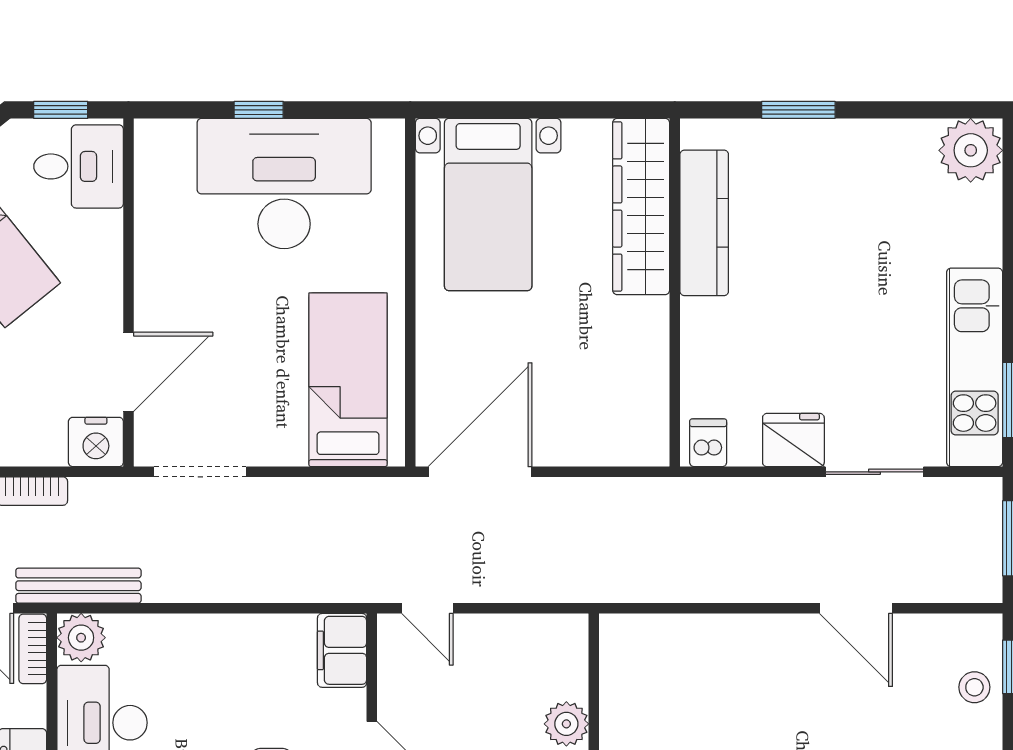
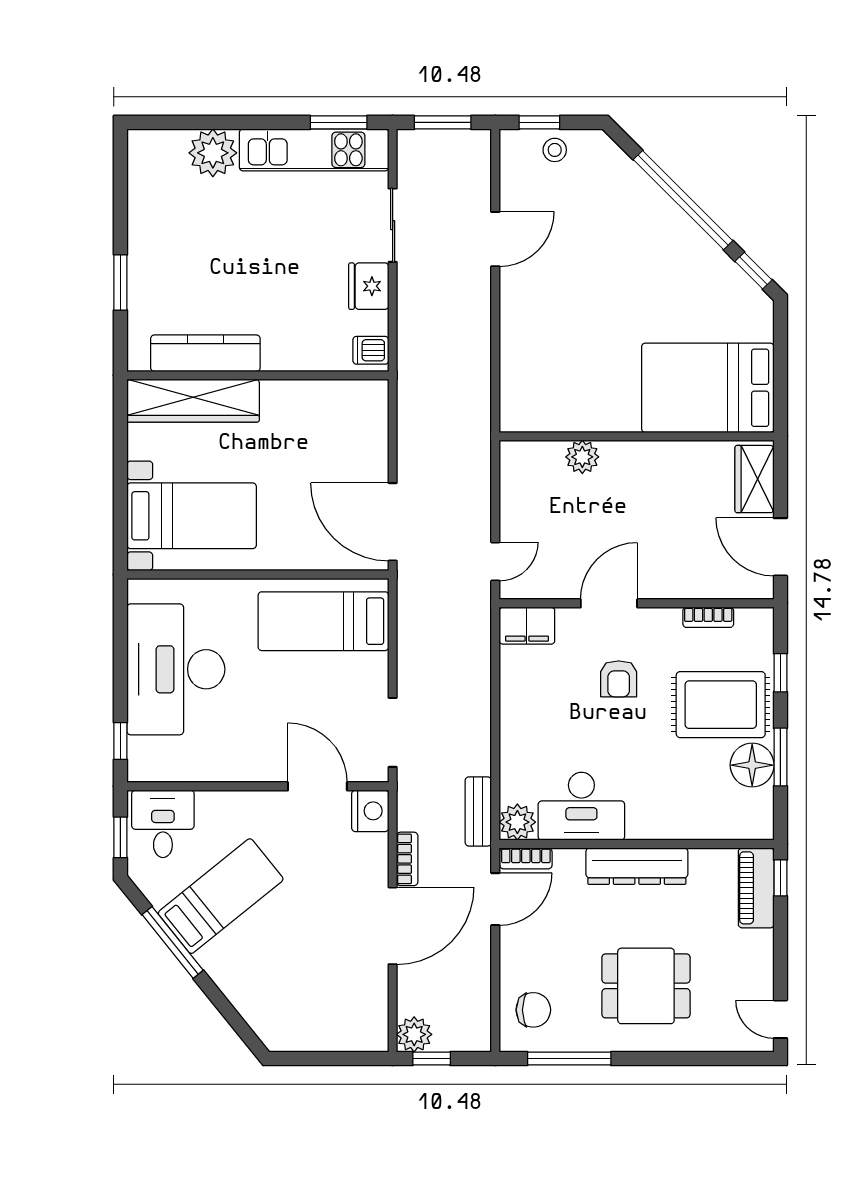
window: (259, 110) -> (120, 741), moved
plant: (971, 150) -> (213, 153), moved
bench: (78, 586) -> (478, 811), width x0.73

